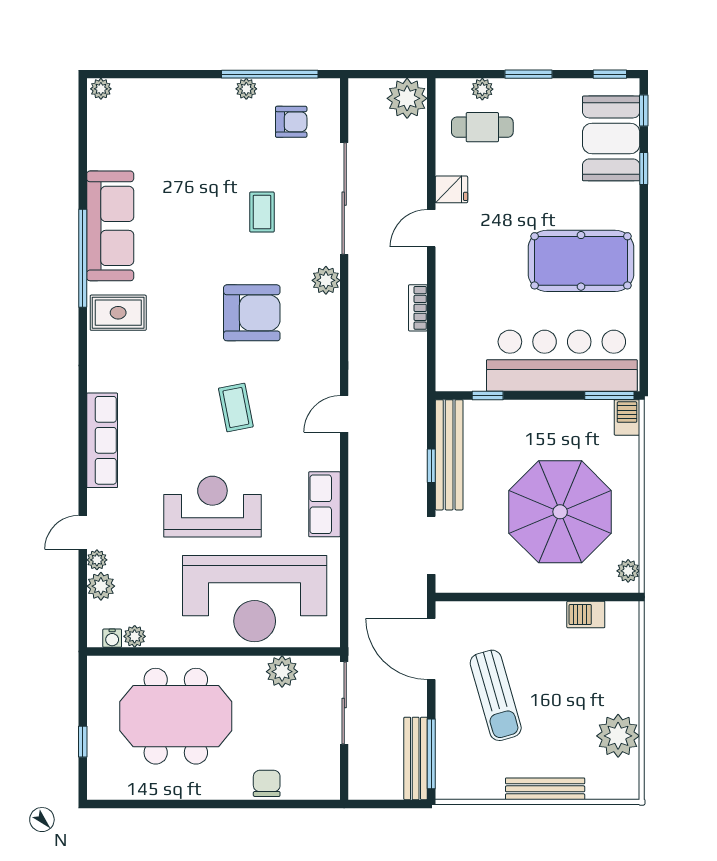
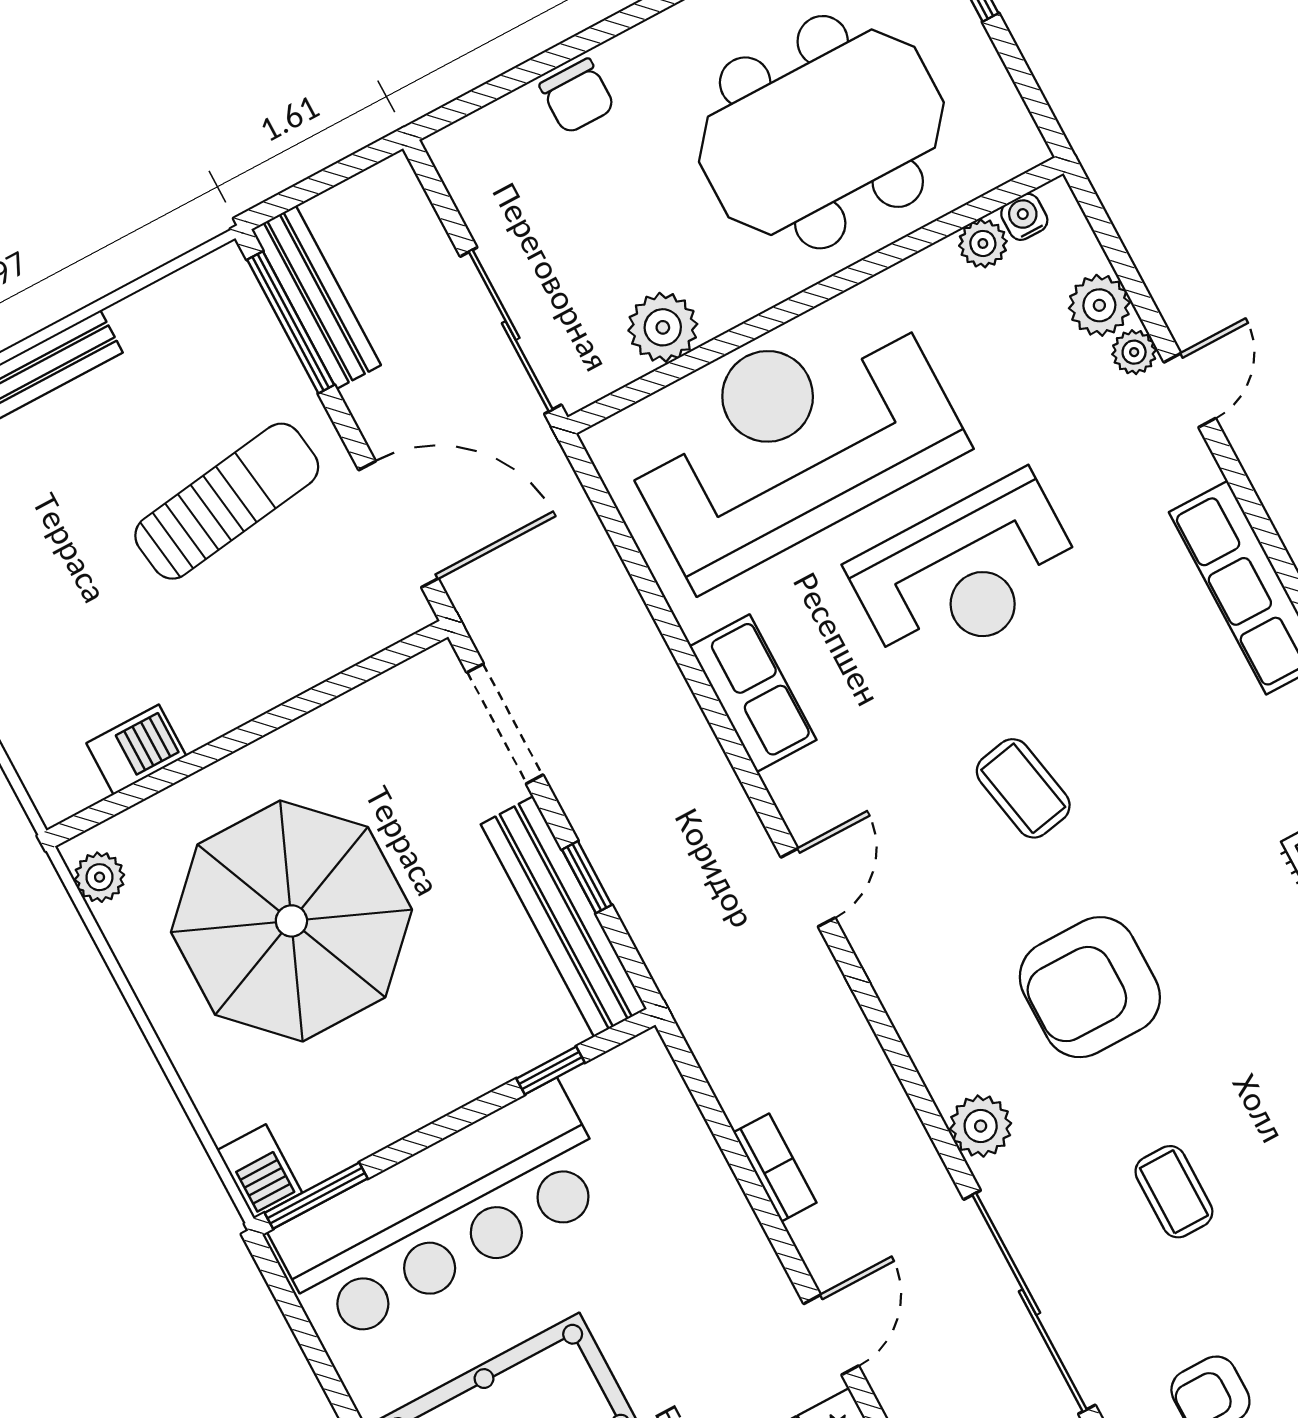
sun lounger: (496, 695) -> (227, 501), turned 98

